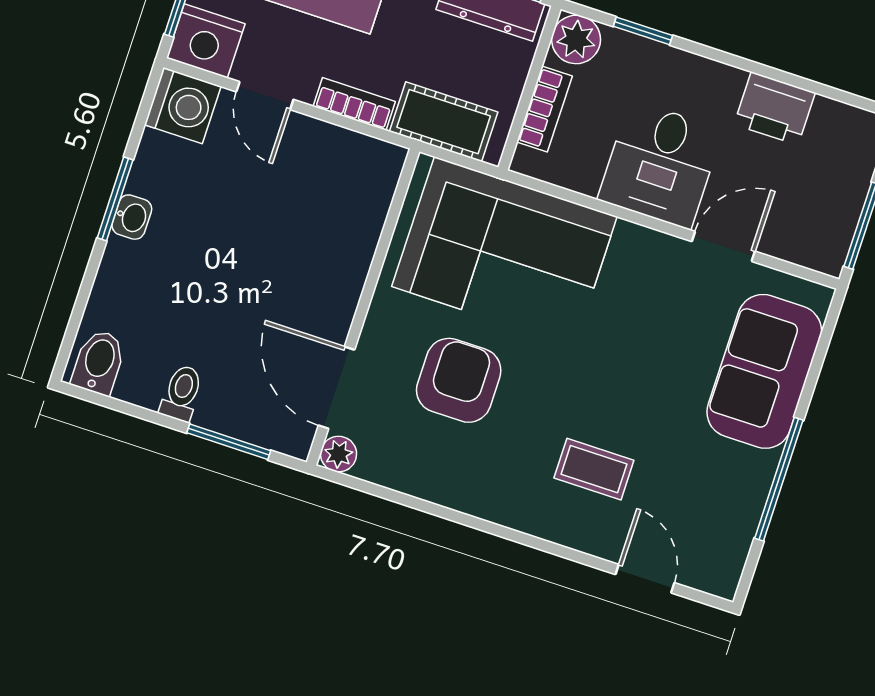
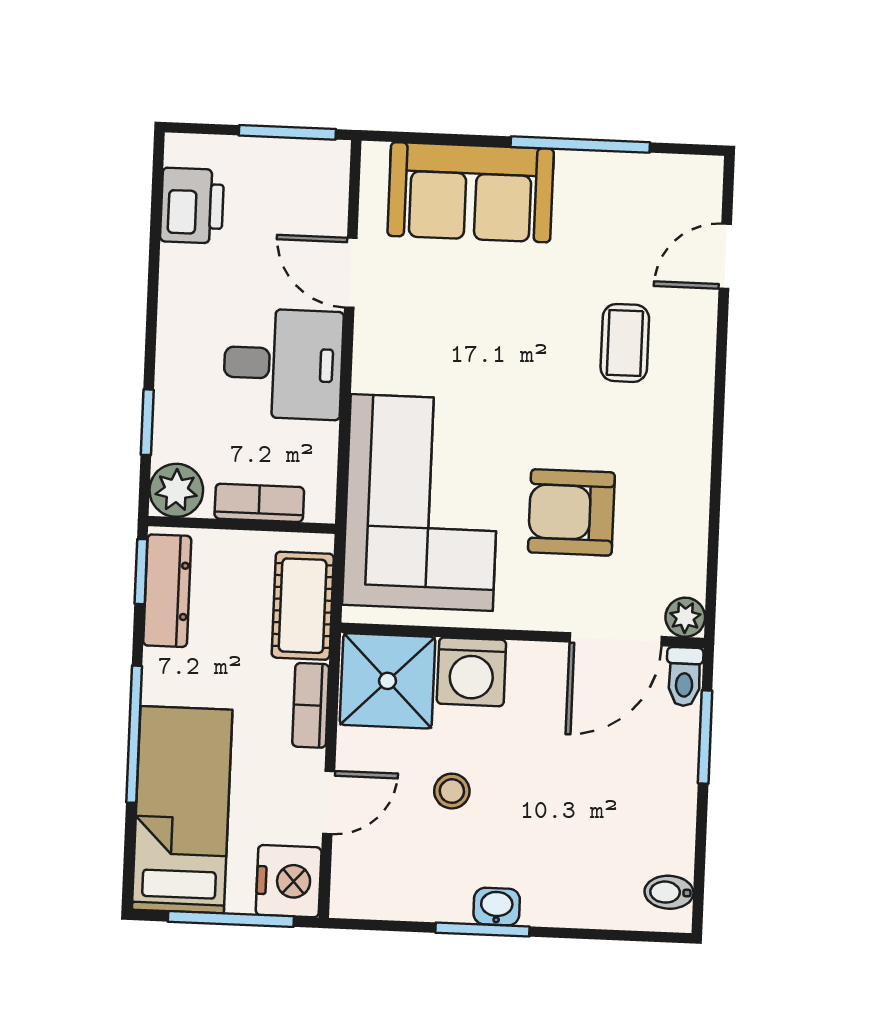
washing machine: (183, 106) -> (471, 672), moved, turned 180
printer: (775, 109) -> (192, 206), moved
shower: (357, 177) -> (388, 681), added
stool: (244, 206) -> (452, 791), added
bidet: (99, 362) -> (669, 892), width x0.72, depth x0.74
toilet: (182, 393) -> (684, 677), moved, turned -90

